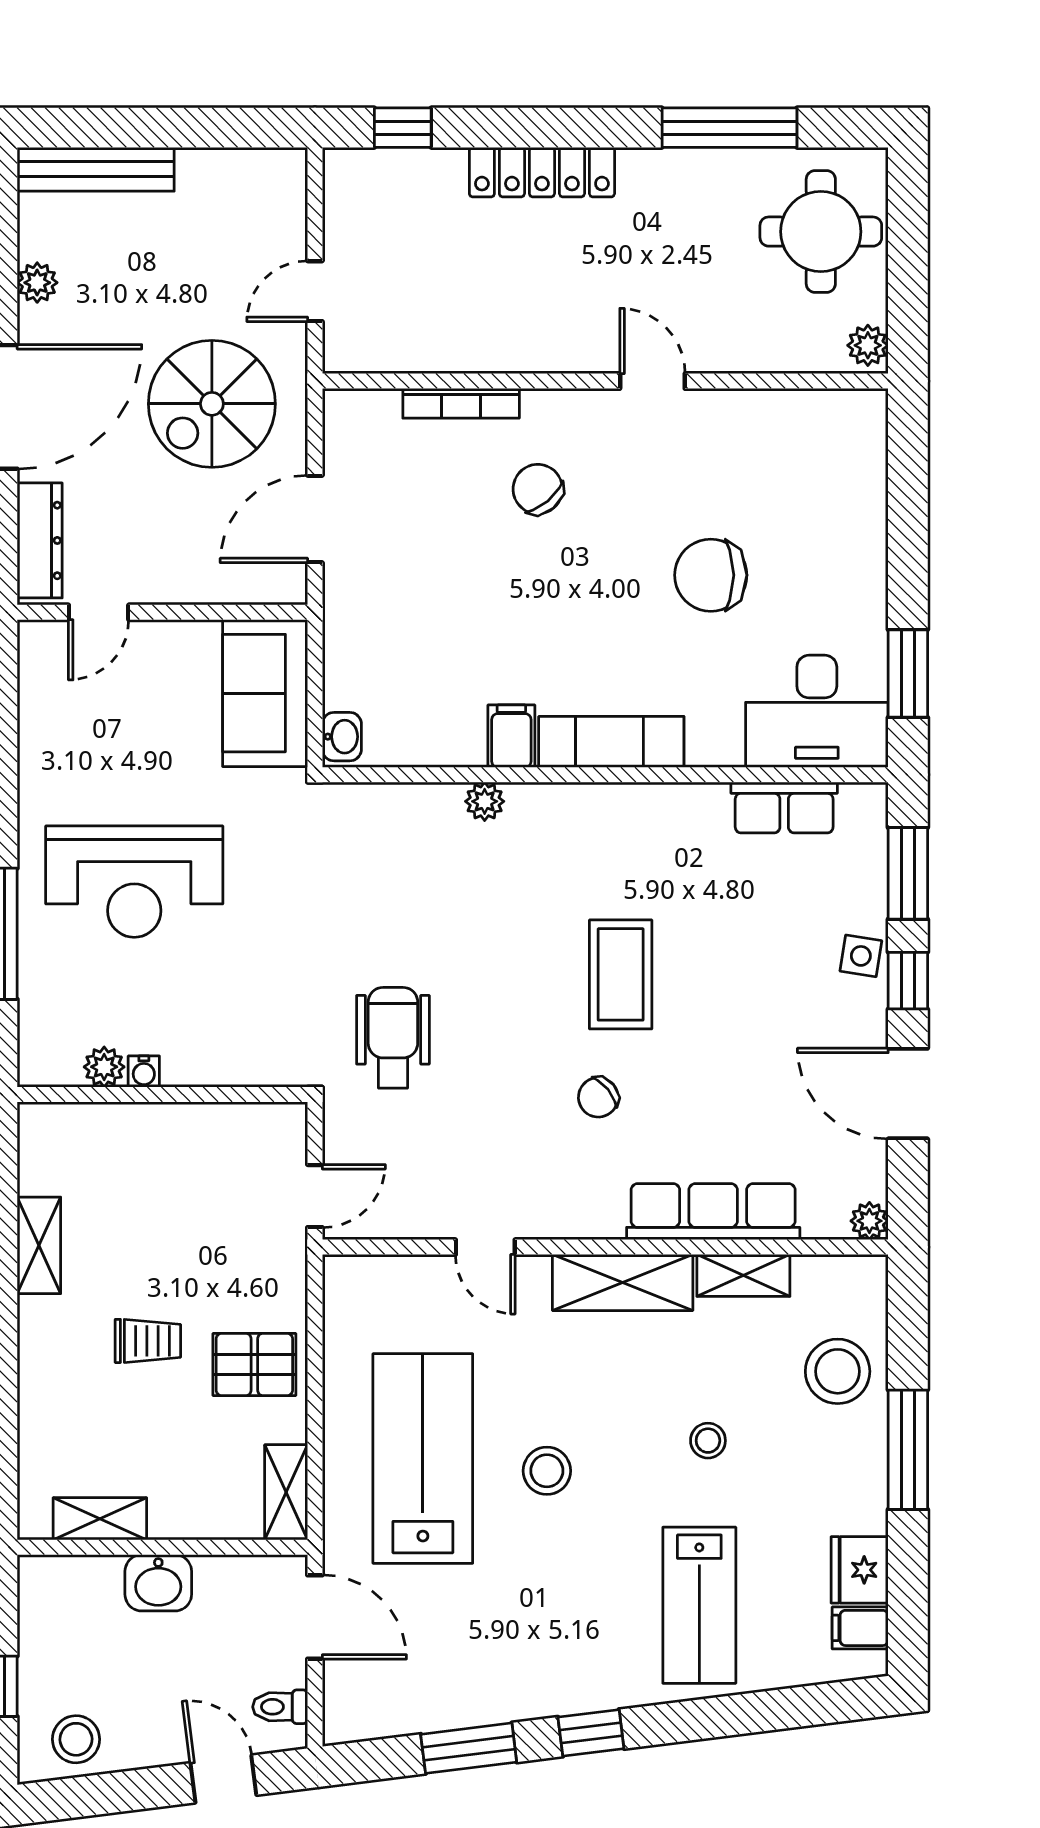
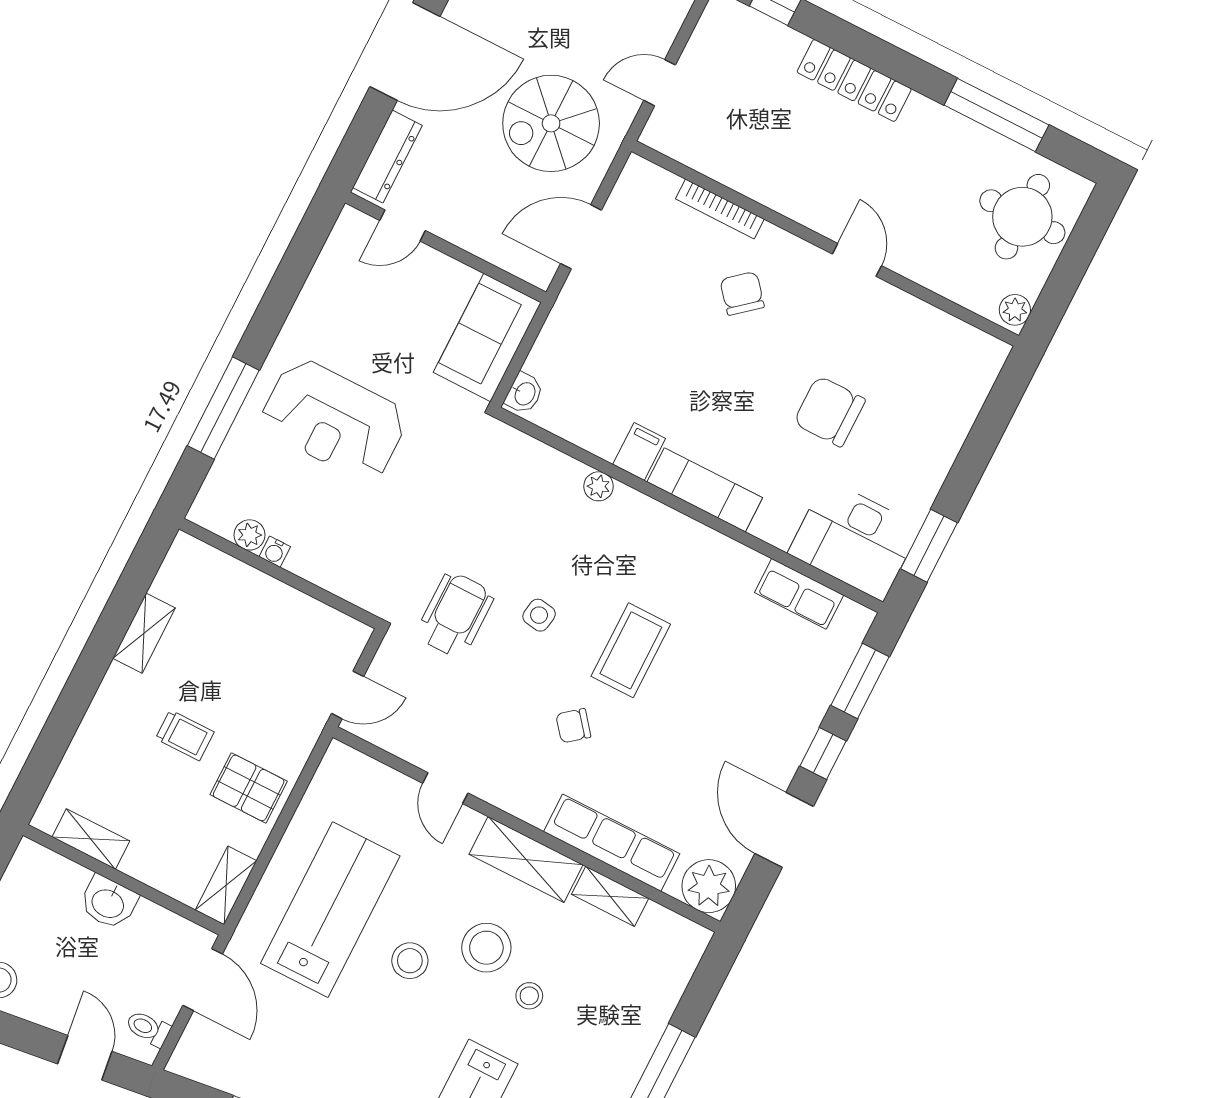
side table: (861, 956) -> (539, 615), moved
plant: (869, 1221) -> (709, 886), width x1.88, depth x1.88
stool: (838, 1371) -> (486, 948), moved

